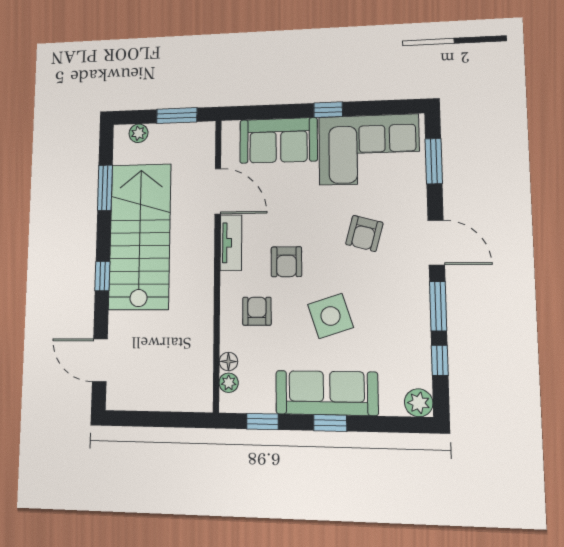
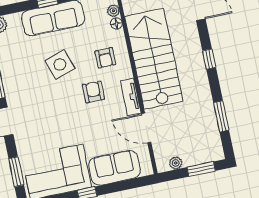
window: (177, 116) -> (201, 169), moved
plant: (139, 133) -> (176, 163), moved
armchair: (364, 233) -> (49, 119), removed
stairs: (140, 236) -> (154, 59), moved, turned 180

